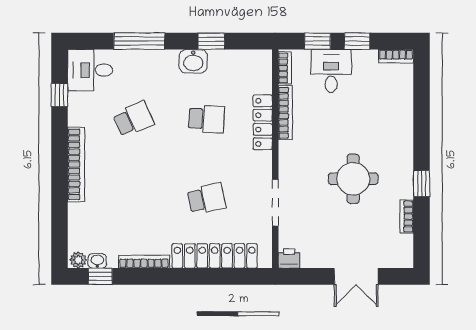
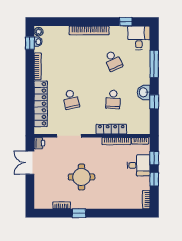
double door: (356, 276) -> (30, 163), moved

